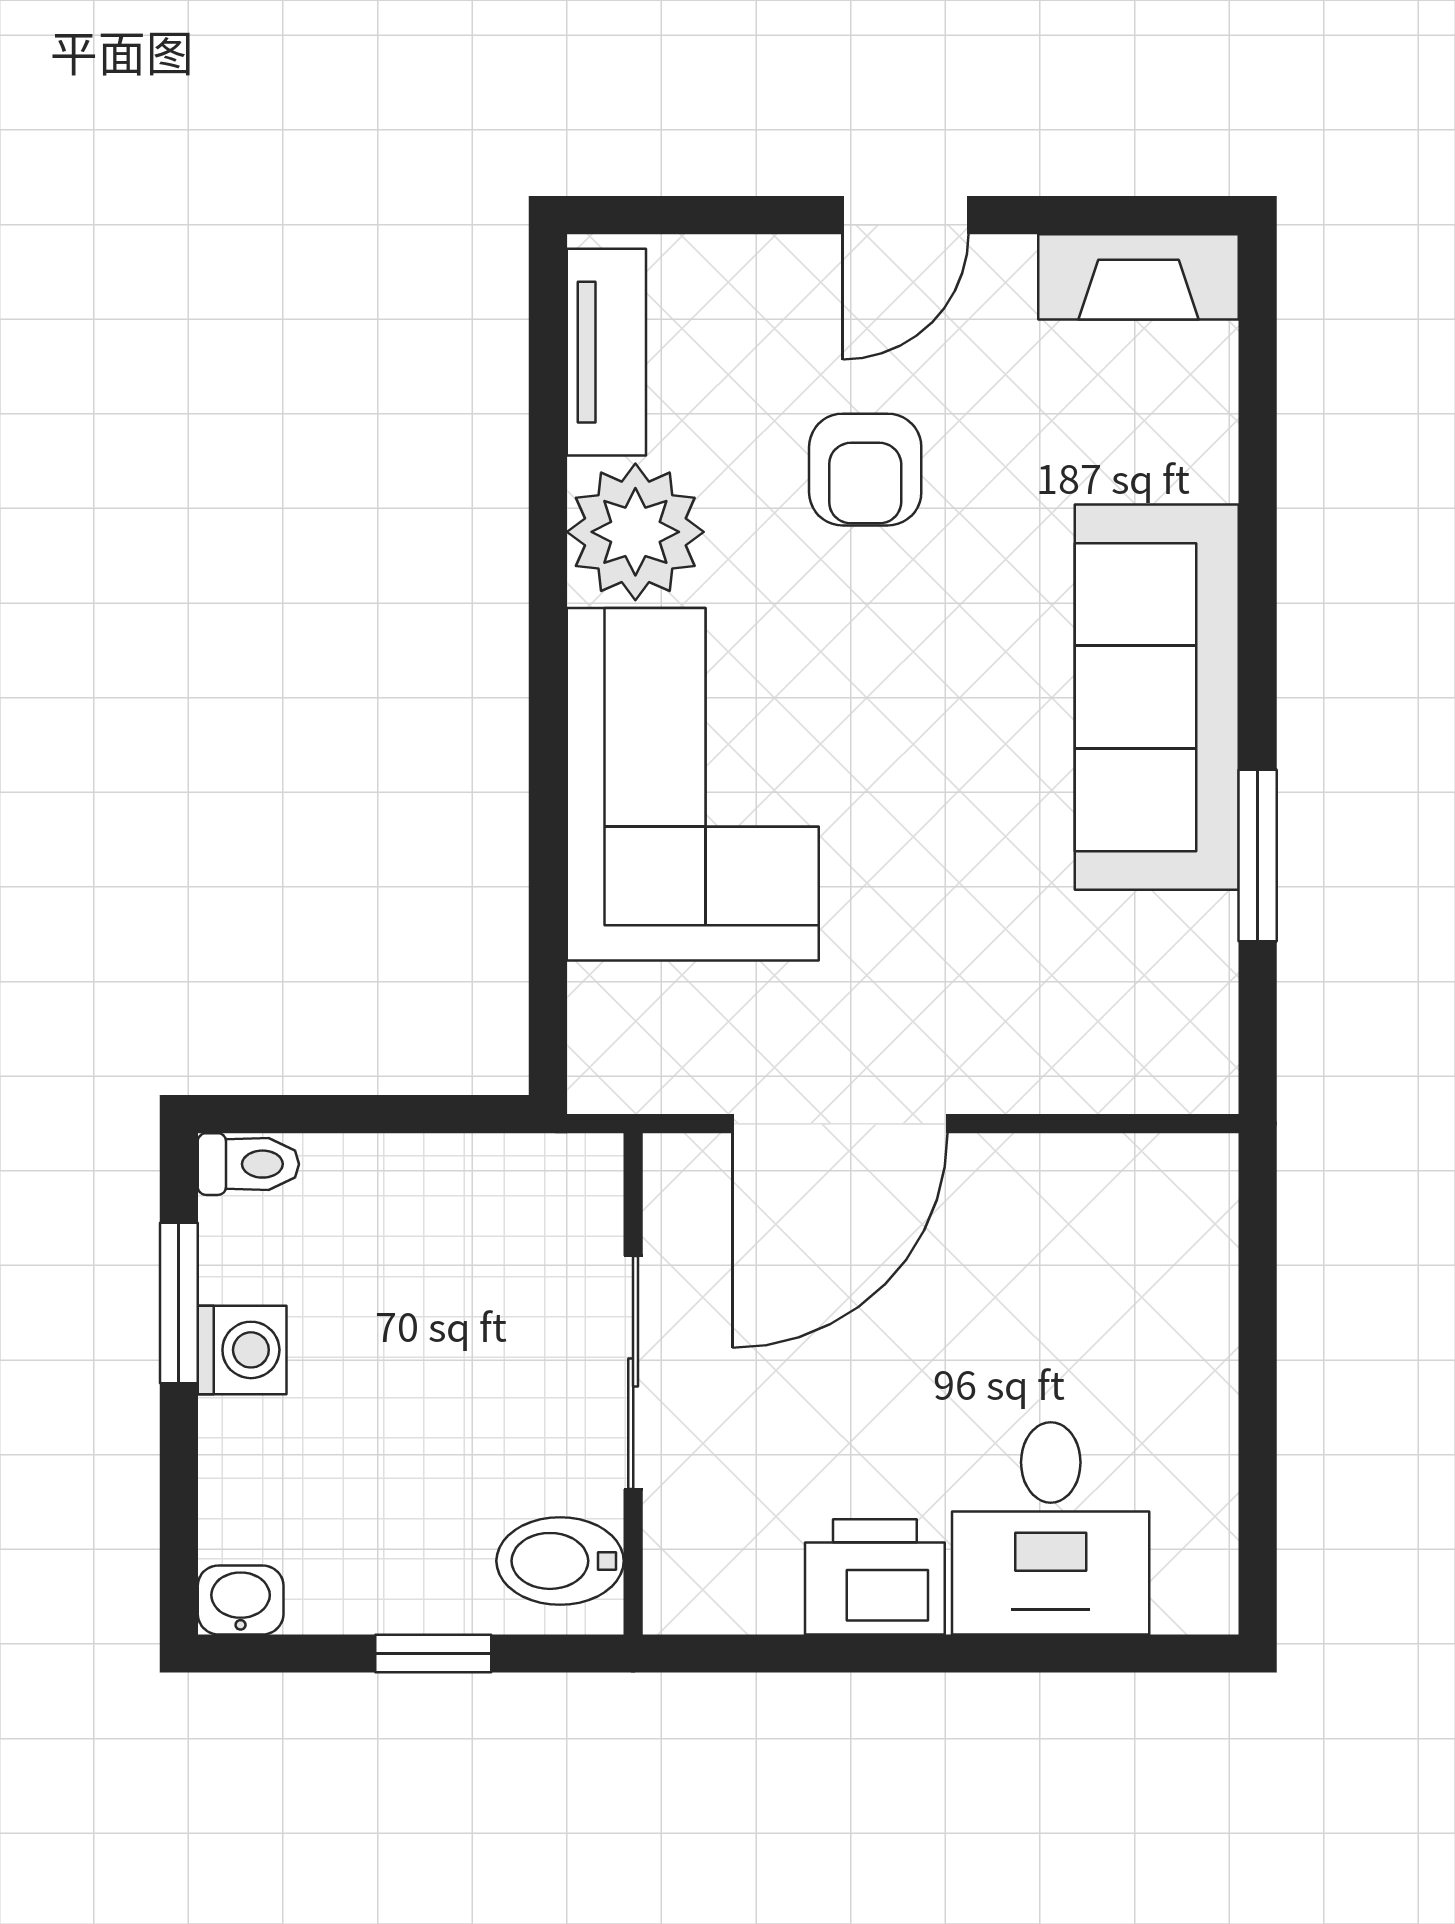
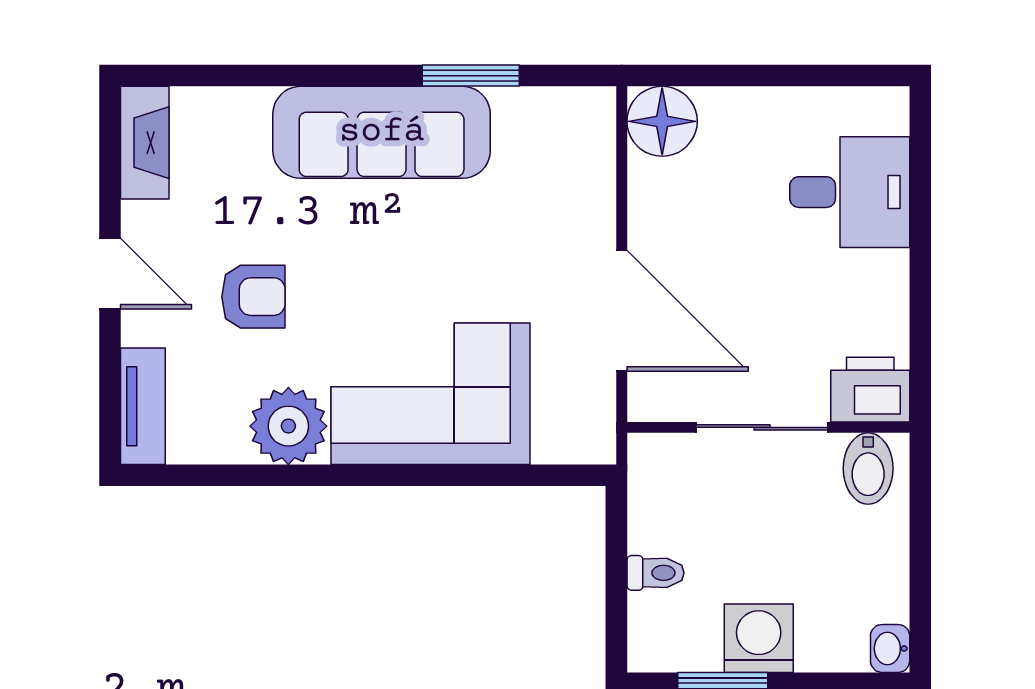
tv unit: (606, 352) -> (143, 406), moved, turned 90
toilet: (248, 1164) -> (656, 573), moved, turned 90
floor lamp: (1176, 1195) -> (662, 121), added
washing machine: (242, 1350) -> (759, 638), width x1.38, depth x1.38
printer: (875, 1577) -> (870, 390), moved, turned 90
window: (433, 1653) -> (920, 540), removed

